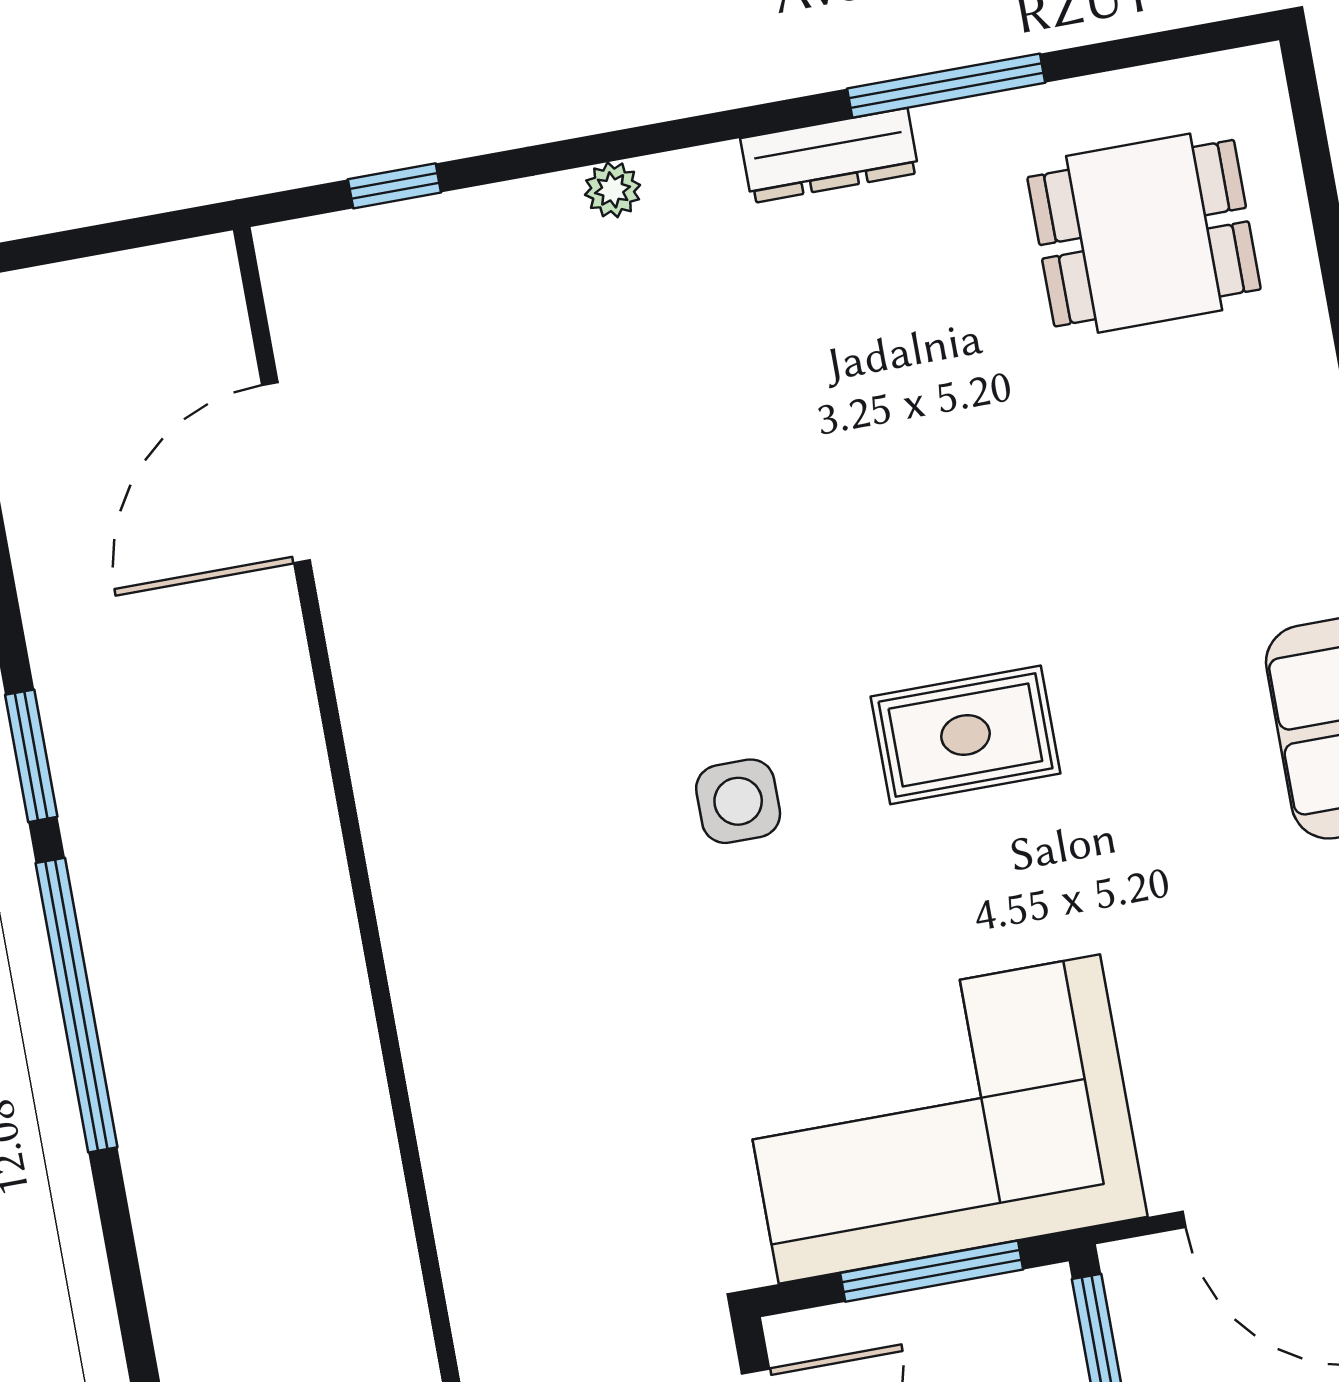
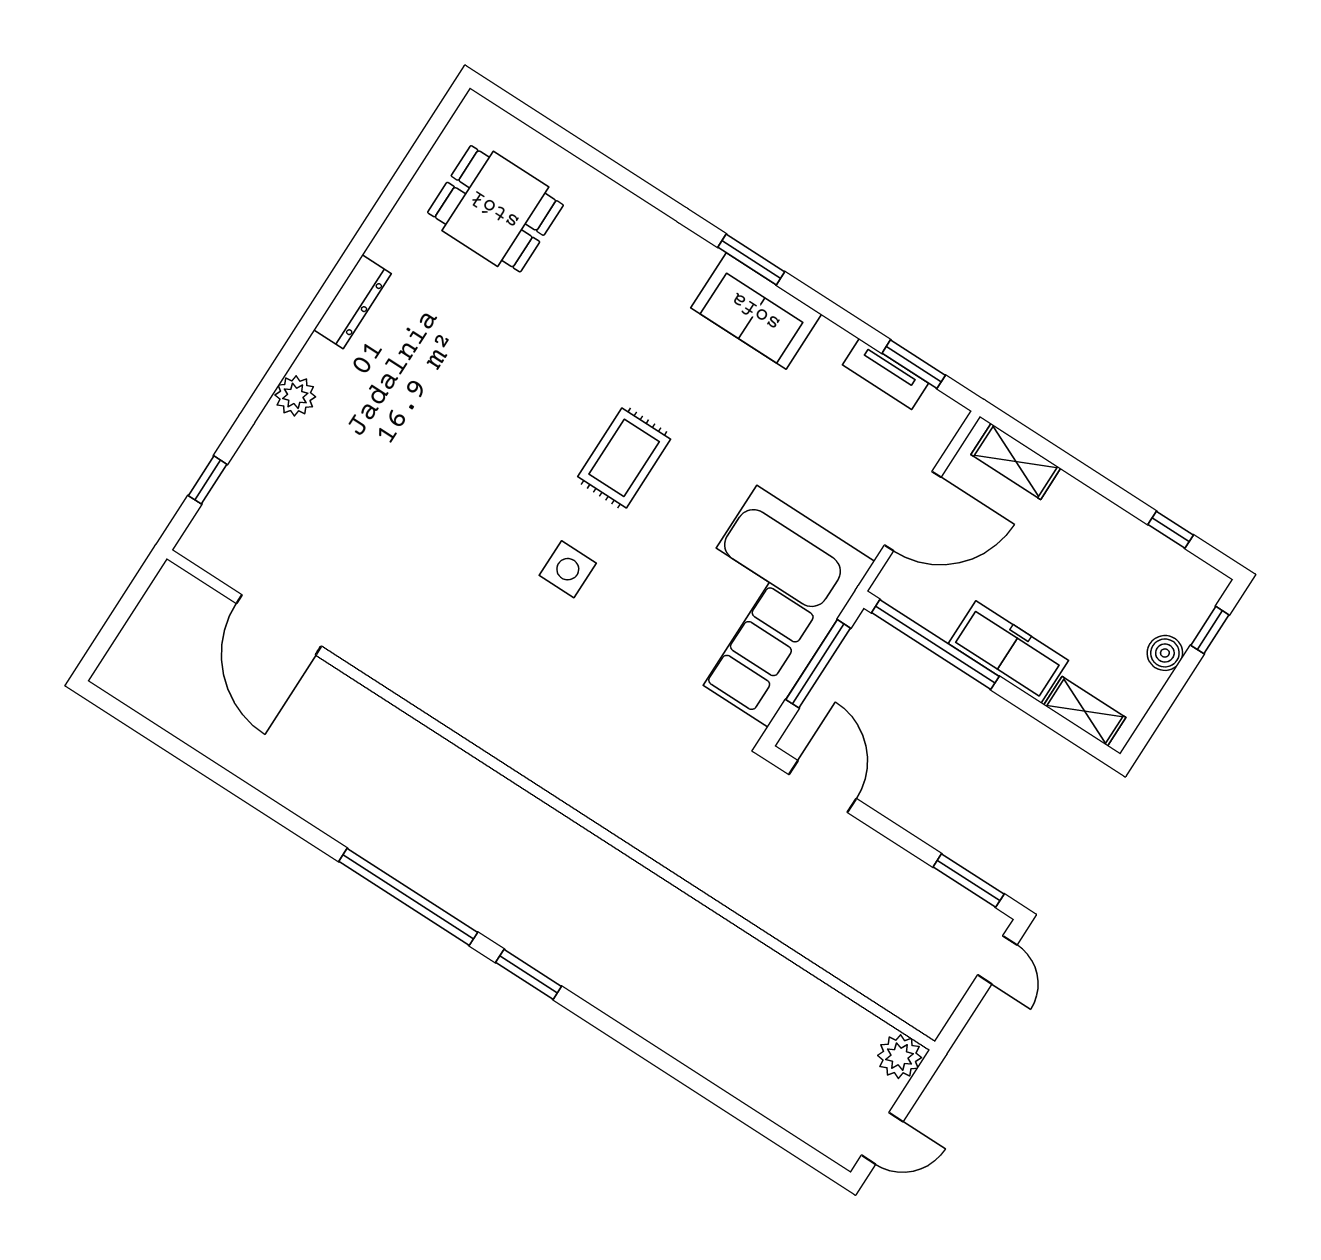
window: (946, 86) -> (368, 232), removed
plant: (613, 190) -> (295, 396), width x1.38, depth x1.38
dining table: (1144, 233) -> (495, 209), turned 90
window: (31, 756) -> (529, 974), moved

